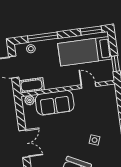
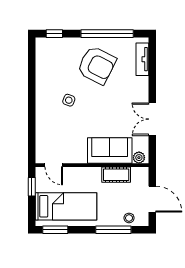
cot: (32, 85) -> (116, 175), moved
door: (89, 86) -> (54, 165), moved
double door: (24, 144) -> (152, 119), moved

